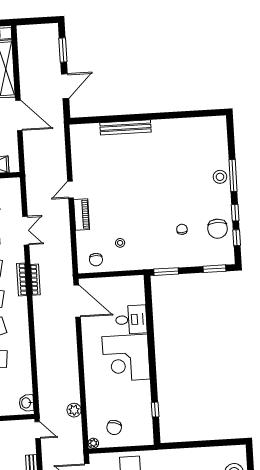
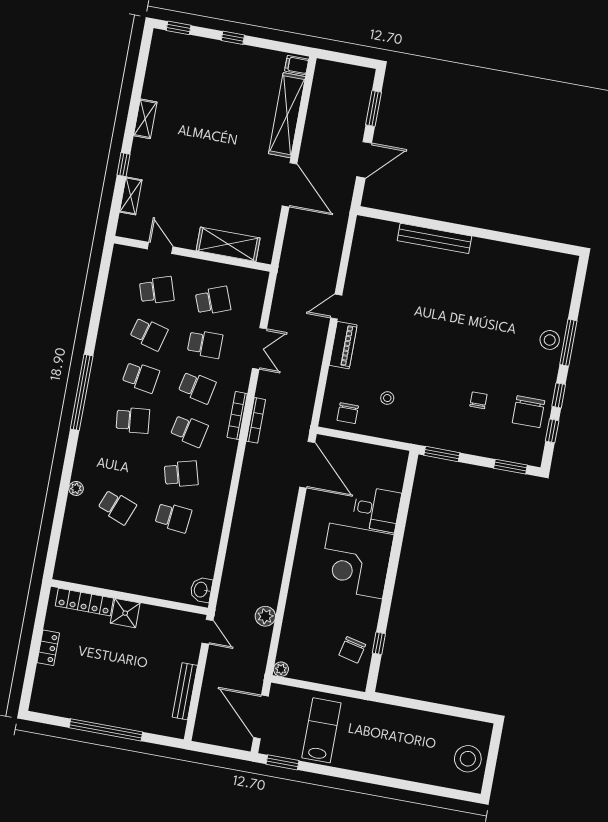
chair: (114, 427) -> (352, 650), moved

